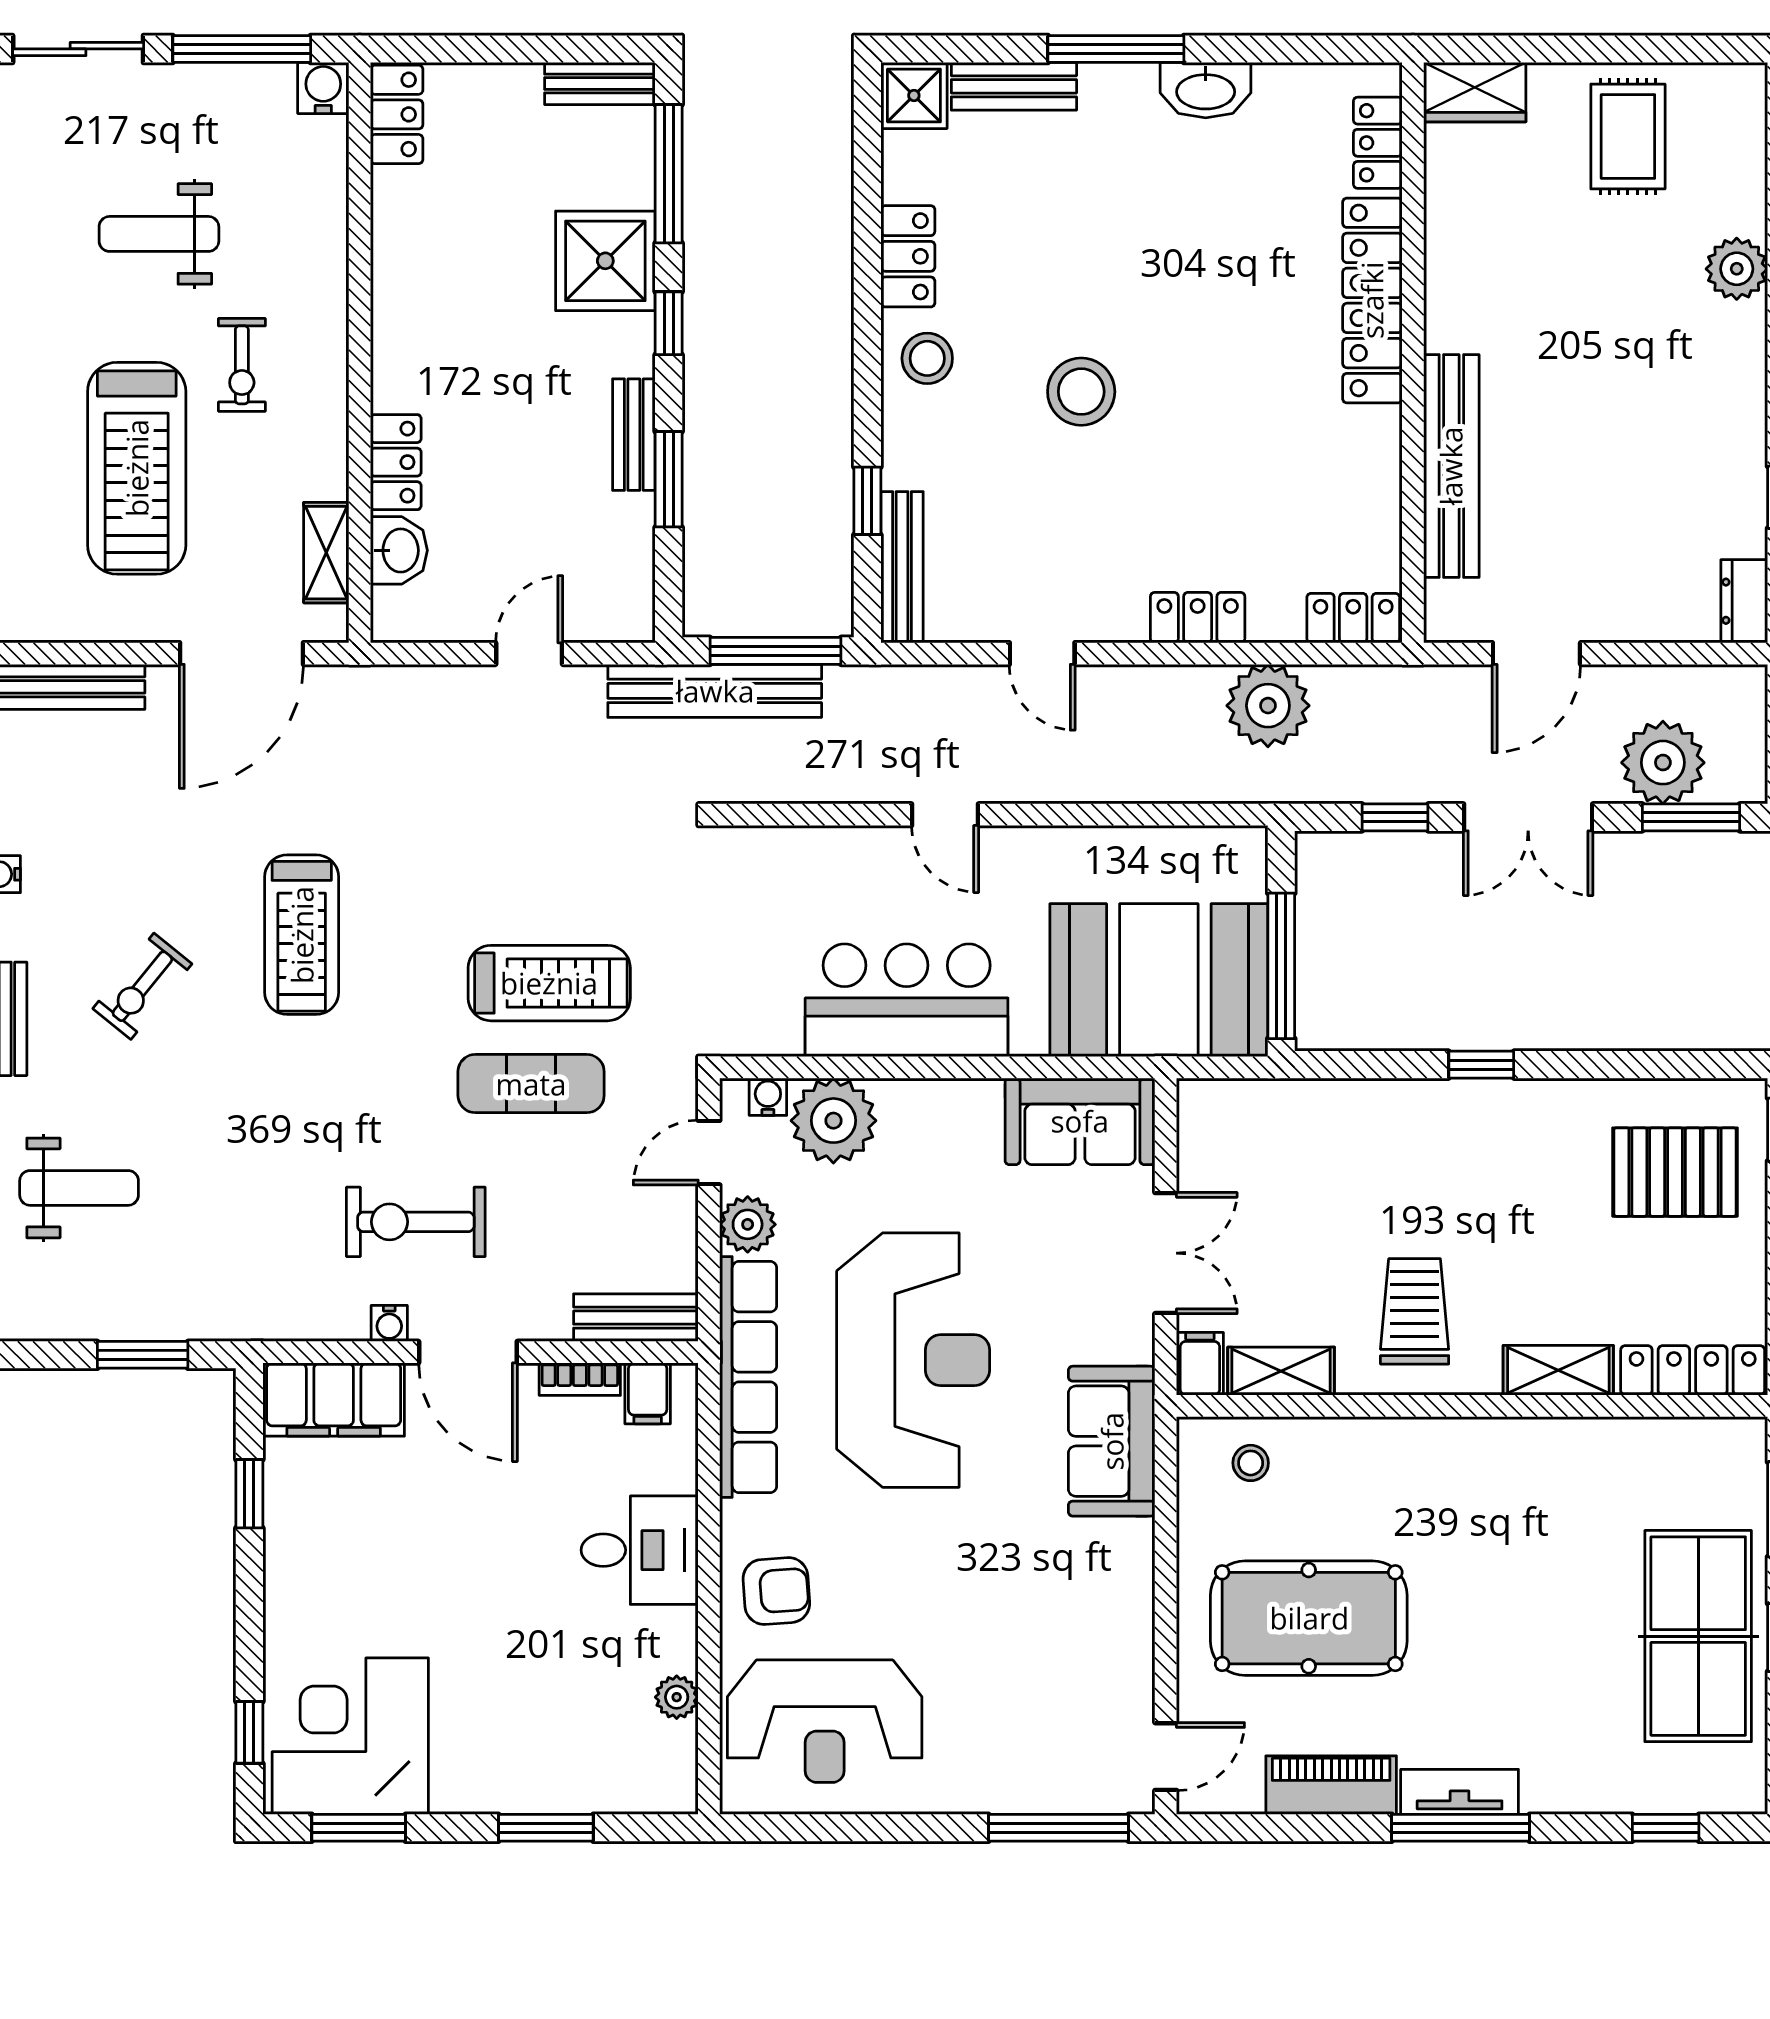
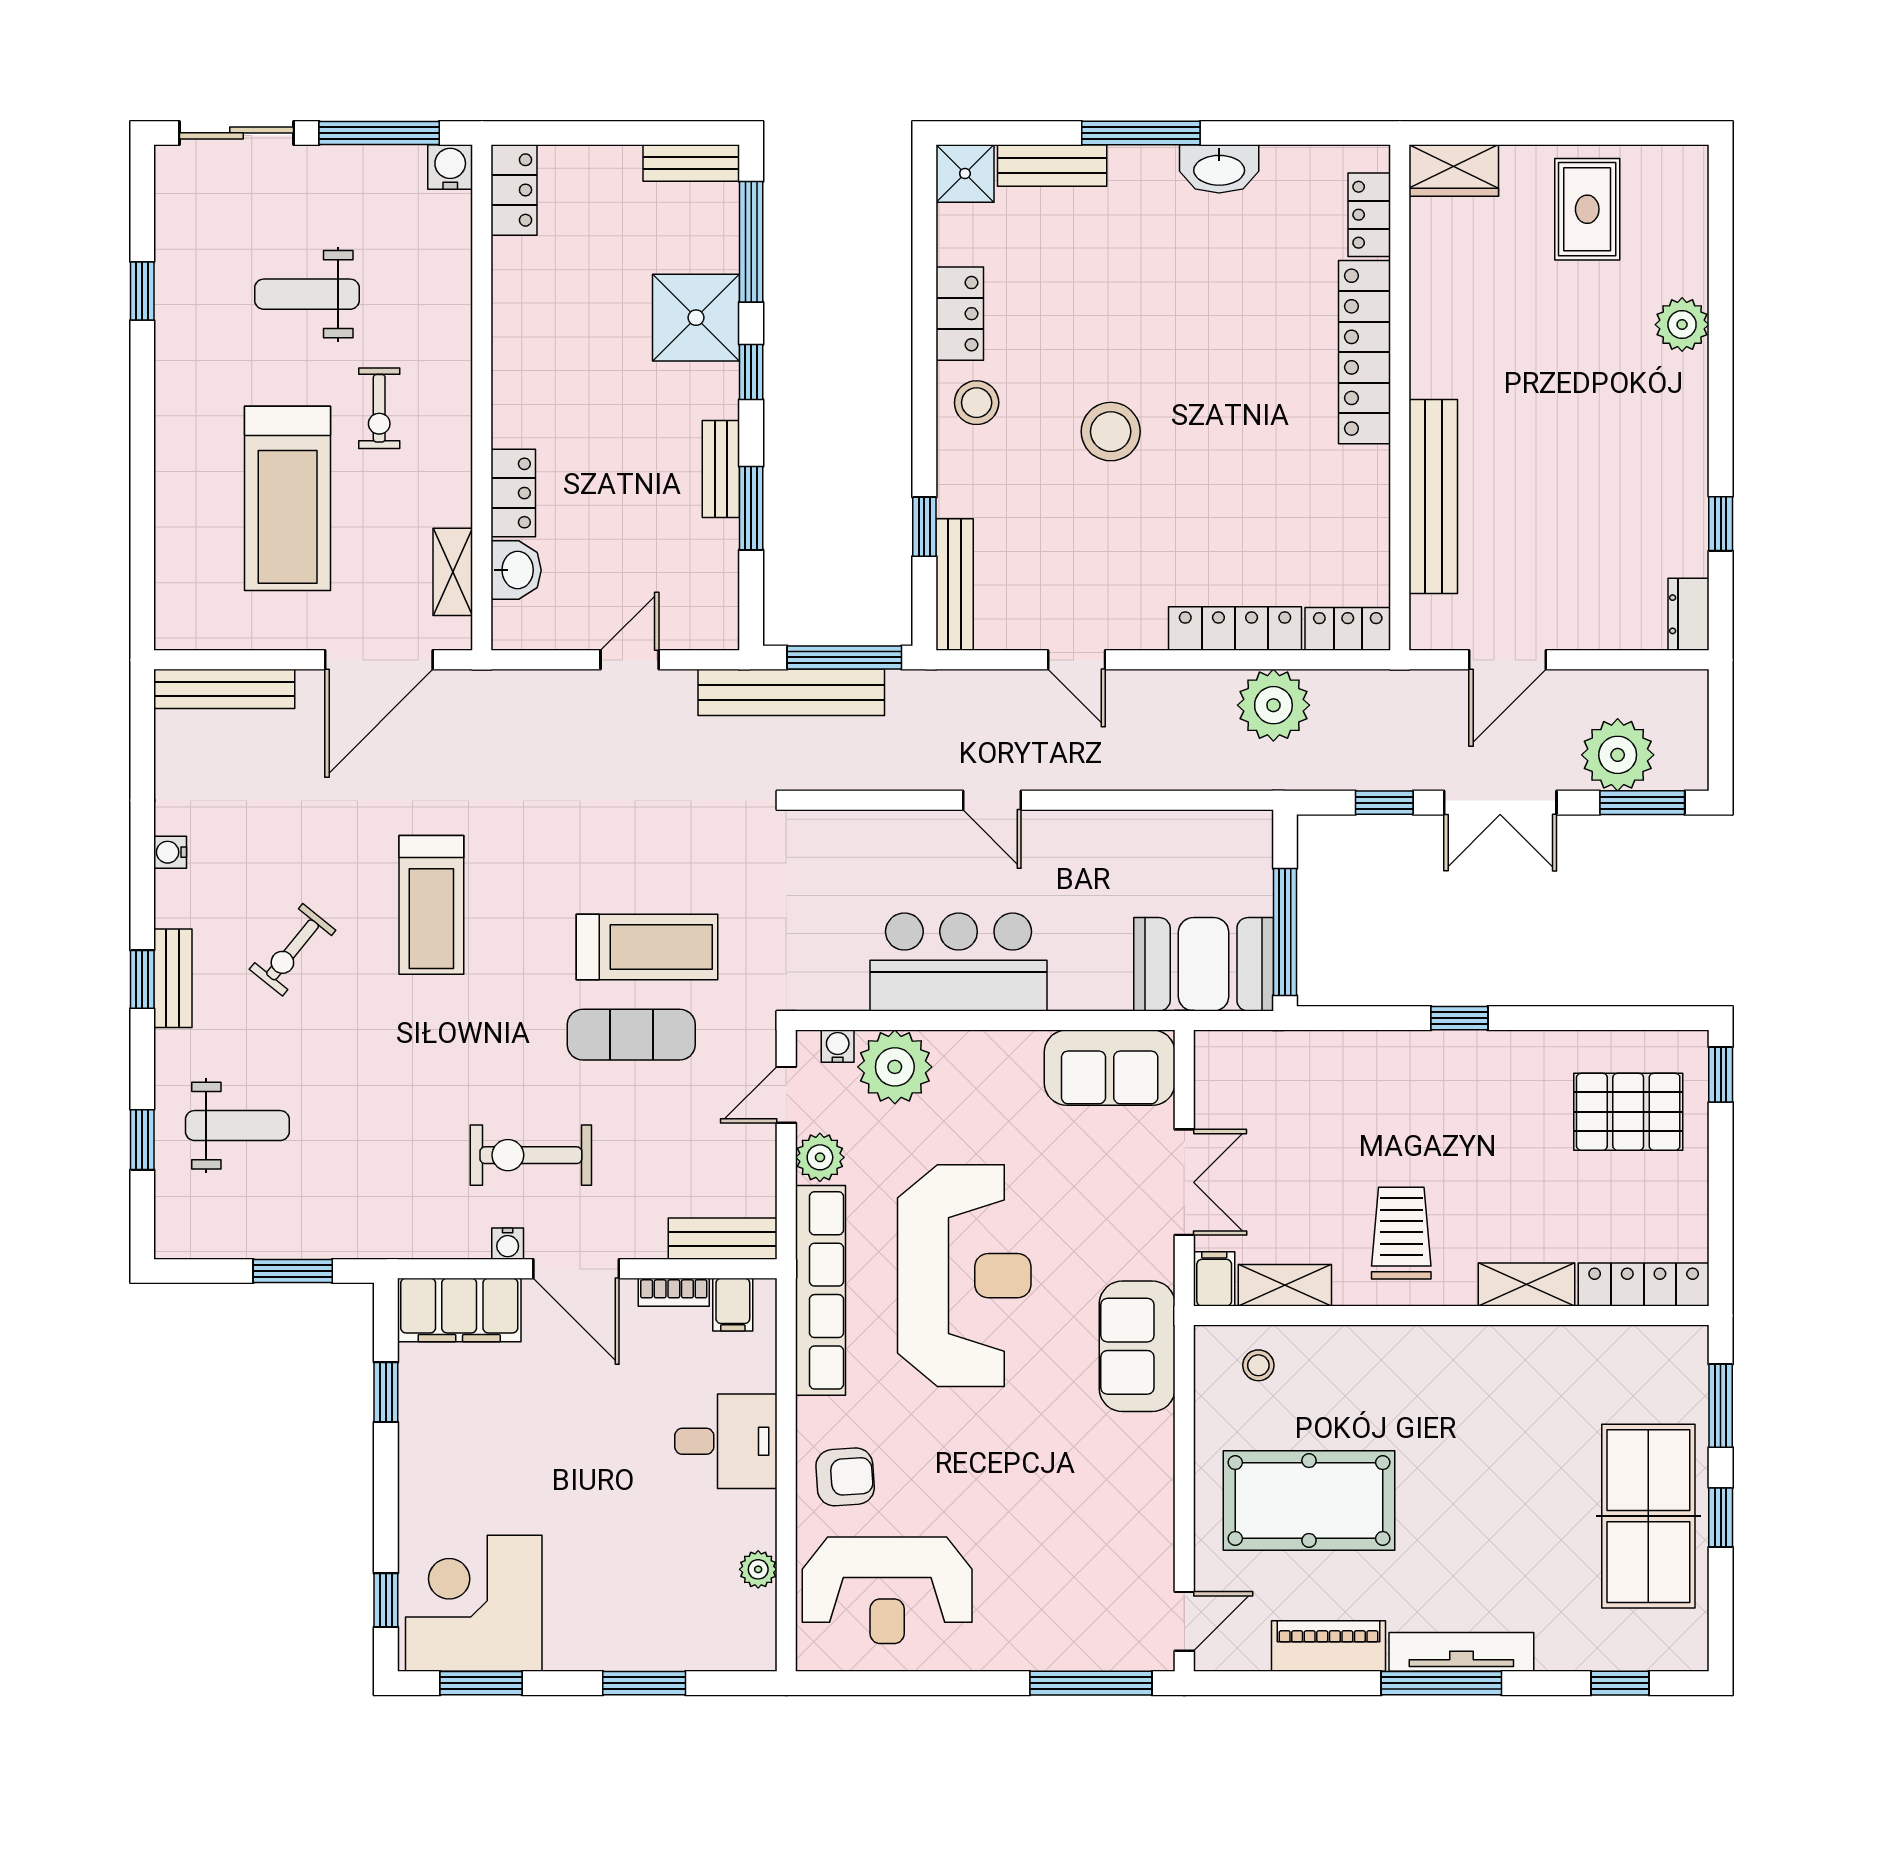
locker: (1198, 618) -> (1235, 629), width x1.53
booth: (1159, 980) -> (1204, 964), width x0.73, depth x0.70
tv unit: (1460, 1792) -> (1461, 1652), width x1.41

